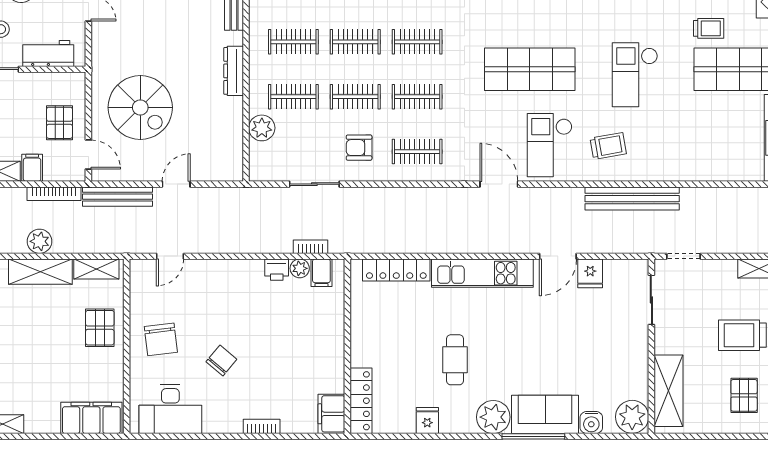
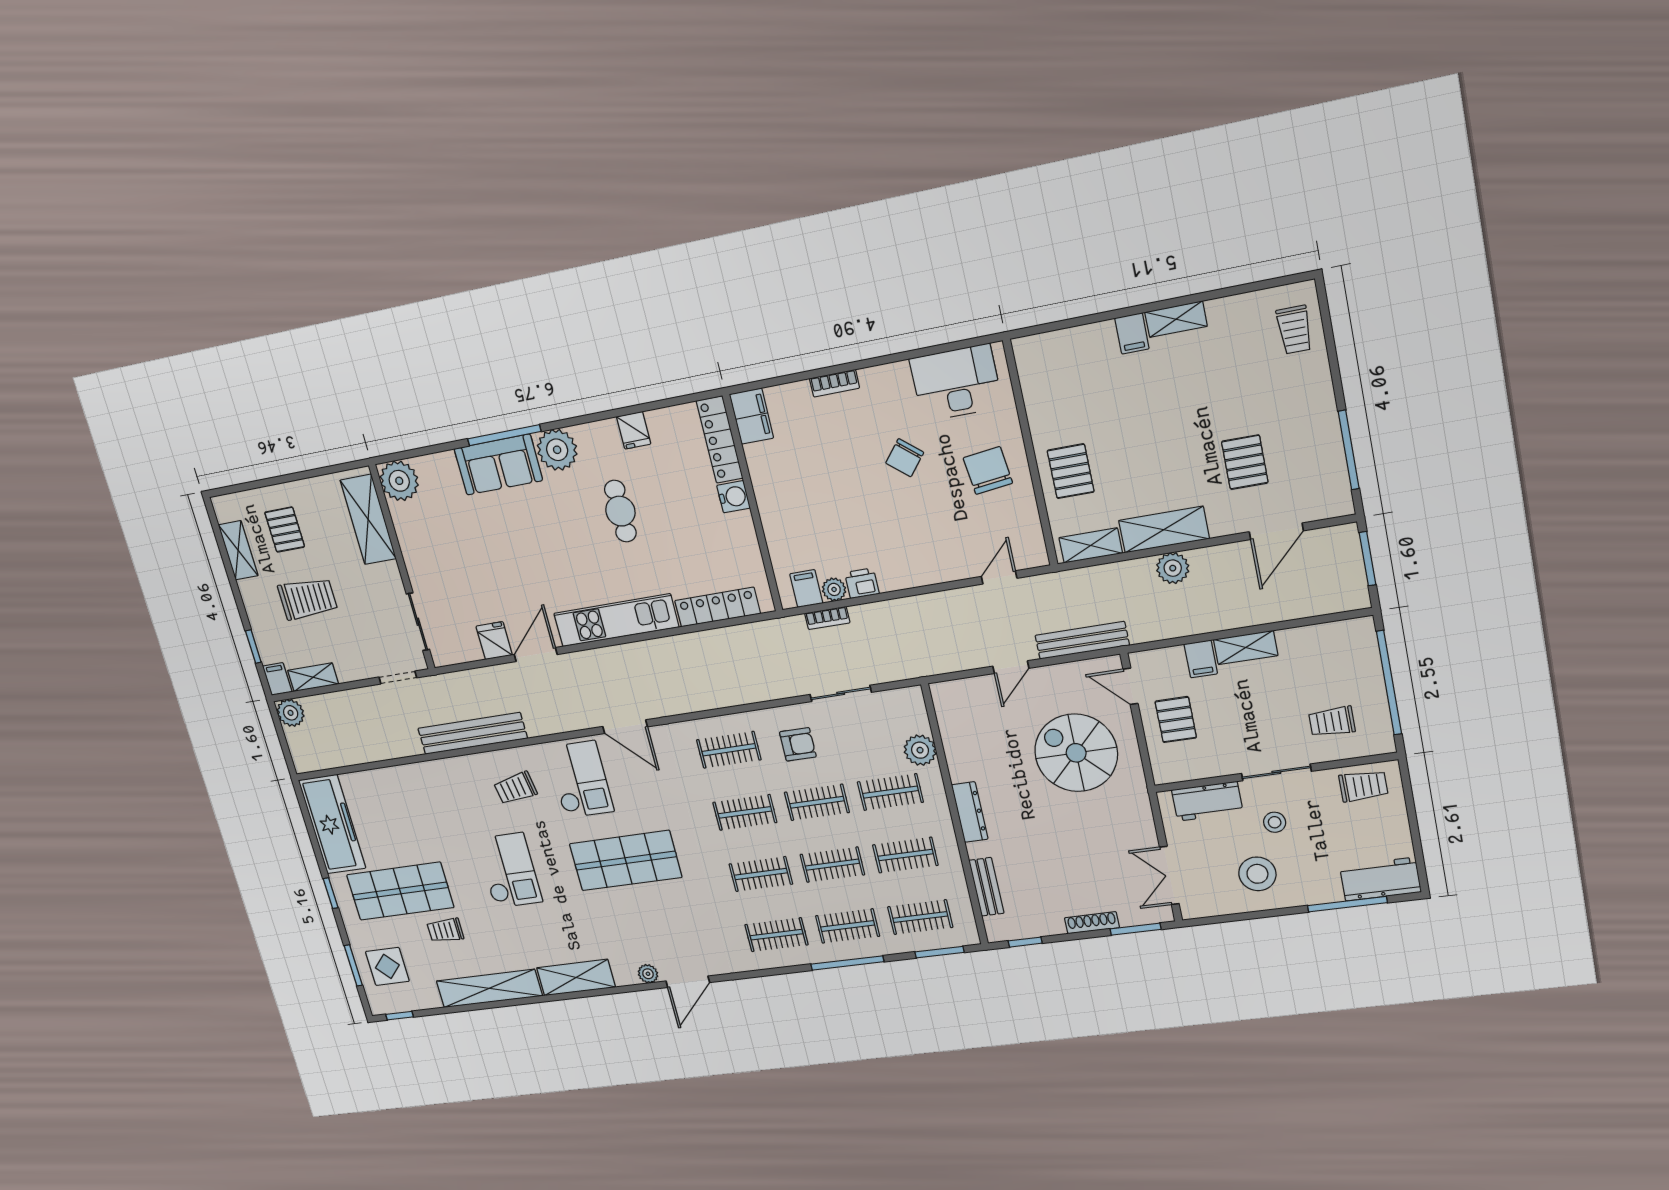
bookcase: (54, 194) -> (1165, 631), removed
filing cabinet: (91, 418) -> (1132, 333), moved, width x0.33, depth x0.86
water cooler: (591, 422) -> (733, 497), moved, turned 90

